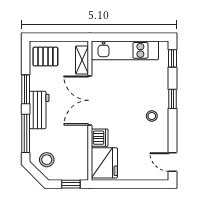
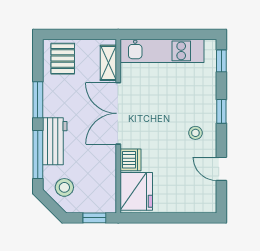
pallet: (45, 56) -> (63, 59), turned 90
workbench: (39, 110) -> (55, 141), moved
door: (173, 162) -> (221, 169), moved

